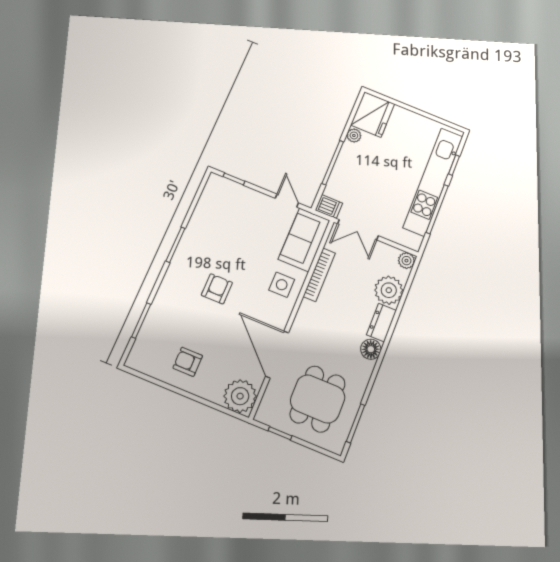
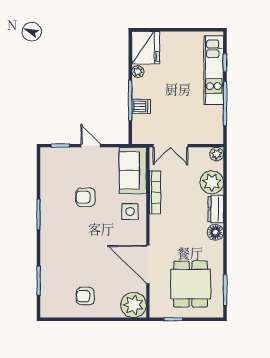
kitchen unit: (433, 182) -> (214, 70), width x0.73
door: (287, 201) -> (91, 146), moved
dishwasher: (329, 207) -> (141, 106), moved
armchair: (217, 289) -> (85, 197), moved, turned -90

